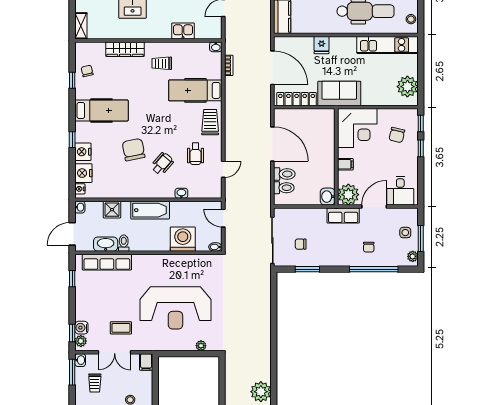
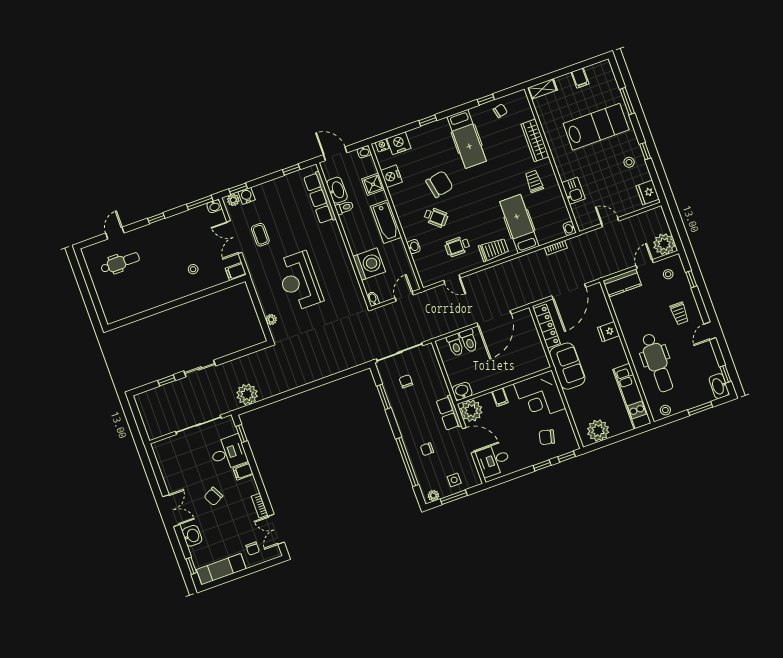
nightstand: (83, 152) -> (391, 176), moved, turned -90
reception desk: (175, 308) -> (299, 281), width x0.74, depth x0.77
trolley: (95, 383) -> (197, 229), removed

